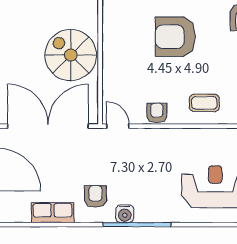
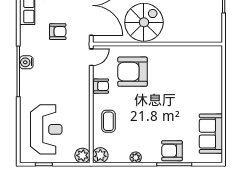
armchair: (175, 37) -> (133, 72), moved, turned -90
armchair: (96, 196) -> (58, 32), moved

